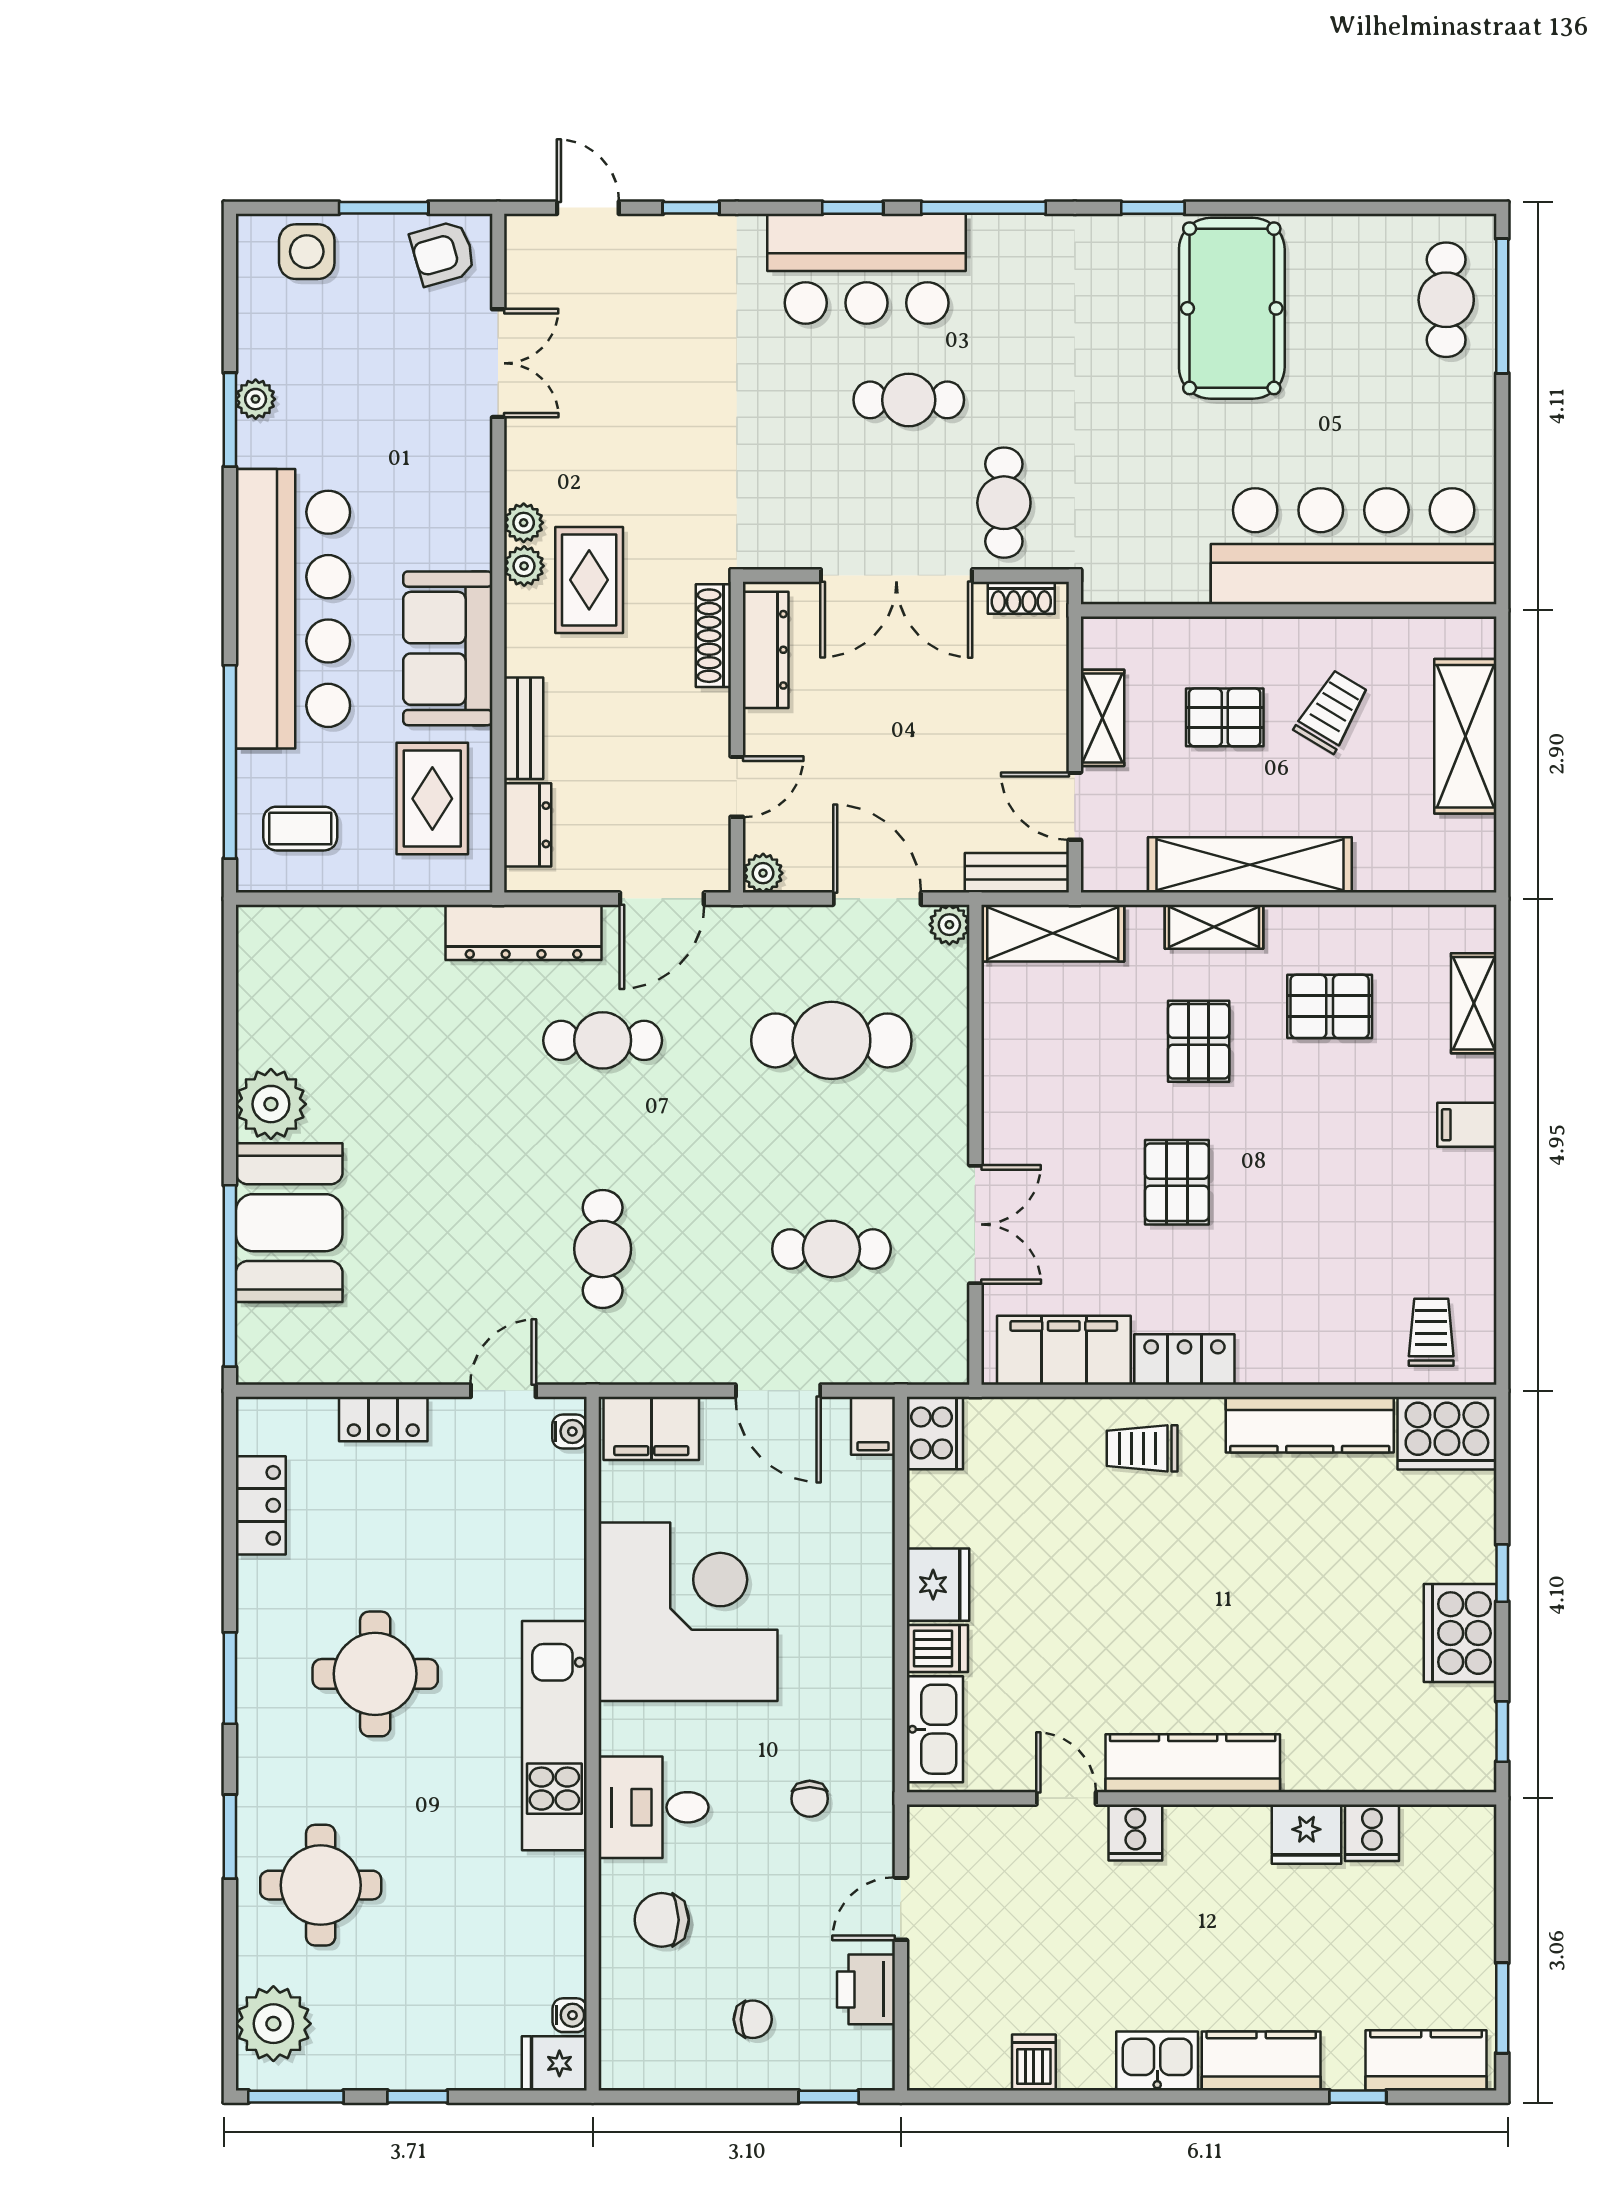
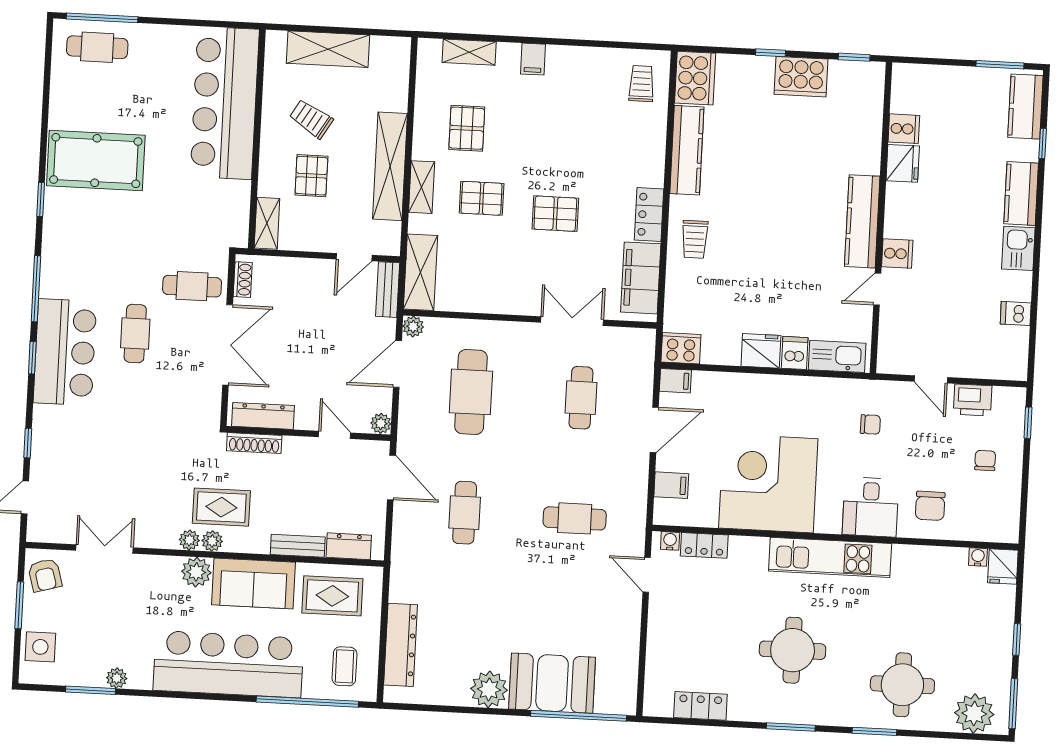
window: (230, 420) -> (90, 690), moved
plant: (464, 539) -> (196, 572), added
shelving: (1102, 718) -> (267, 223), moved, turned 90
dresser: (524, 932) -> (401, 645), moved
trolley: (1431, 1332) -> (641, 84), turned 90
locker: (383, 1419) -> (704, 545), moved, turned 90
filing cabinet: (651, 1428) -> (671, 485), width x0.50

